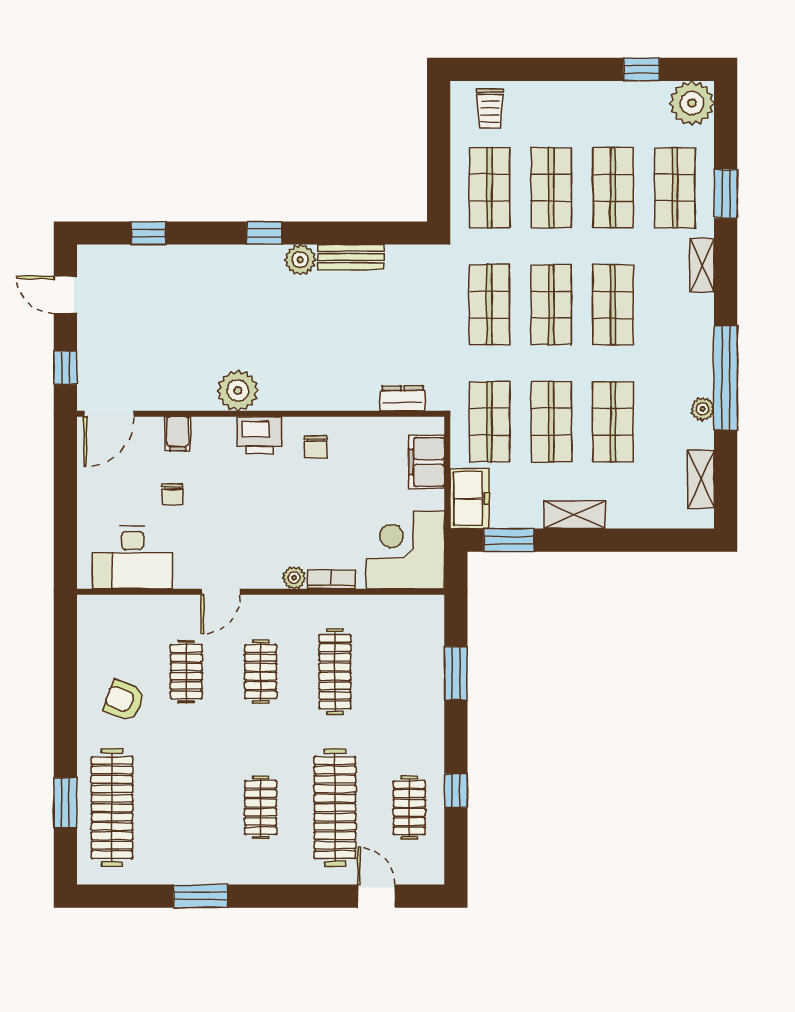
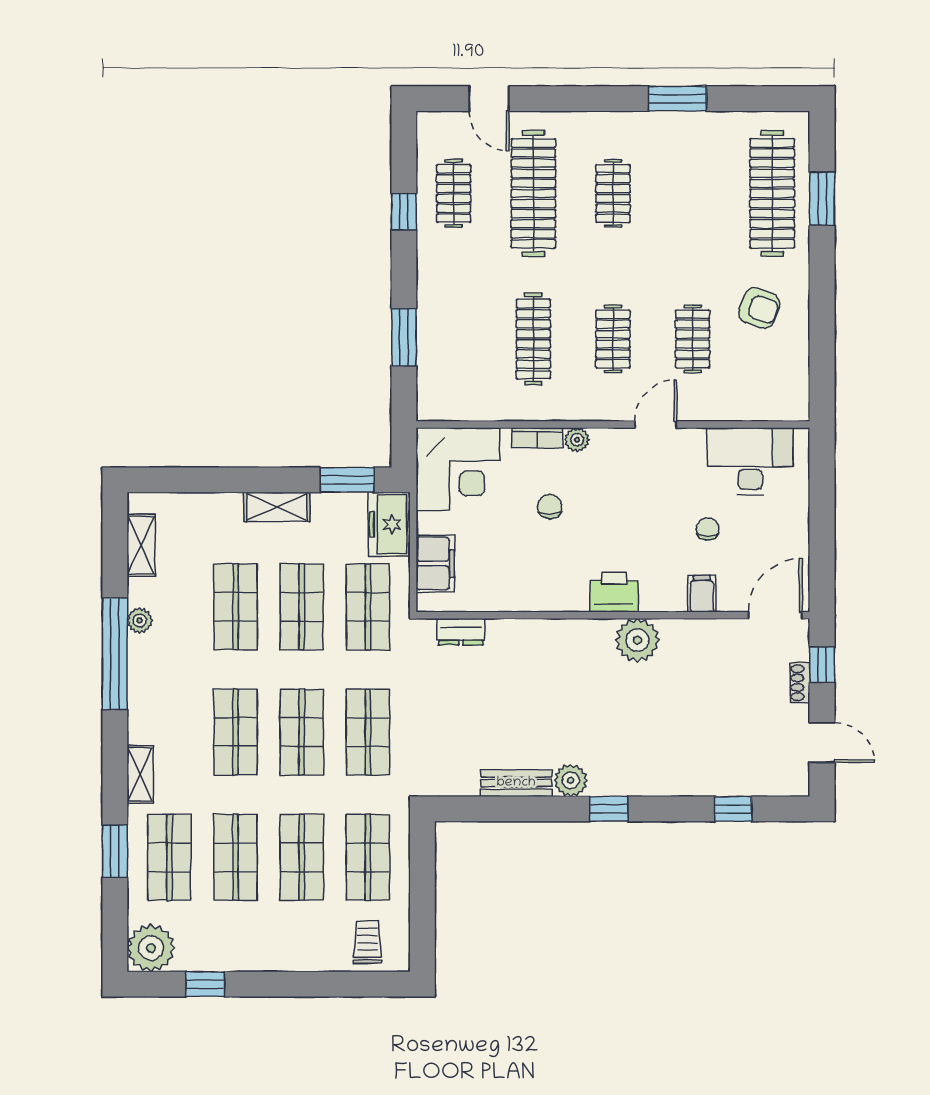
shoe rack: (86, 351) -> (800, 683), added
chair: (316, 447) -> (550, 506), moved

